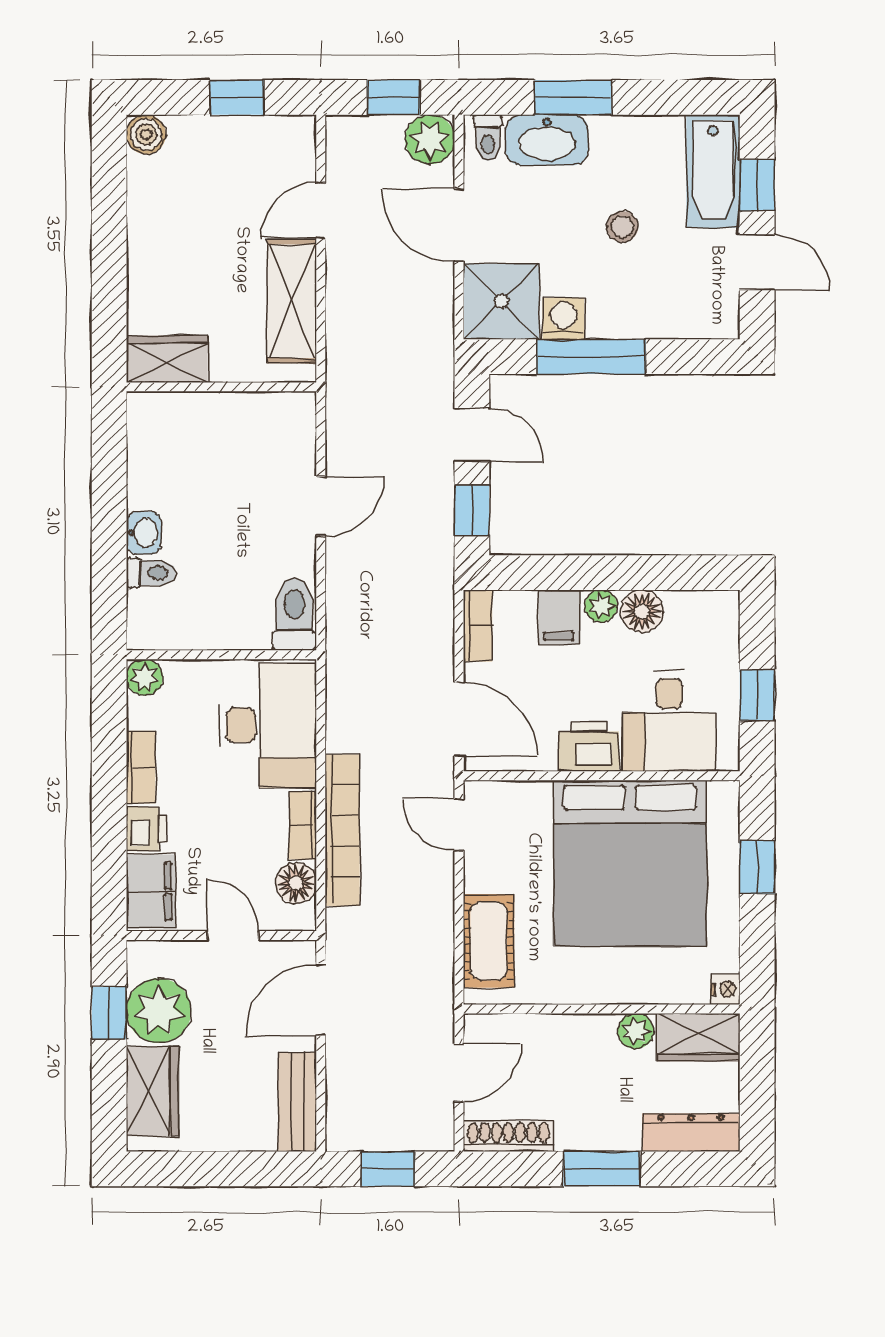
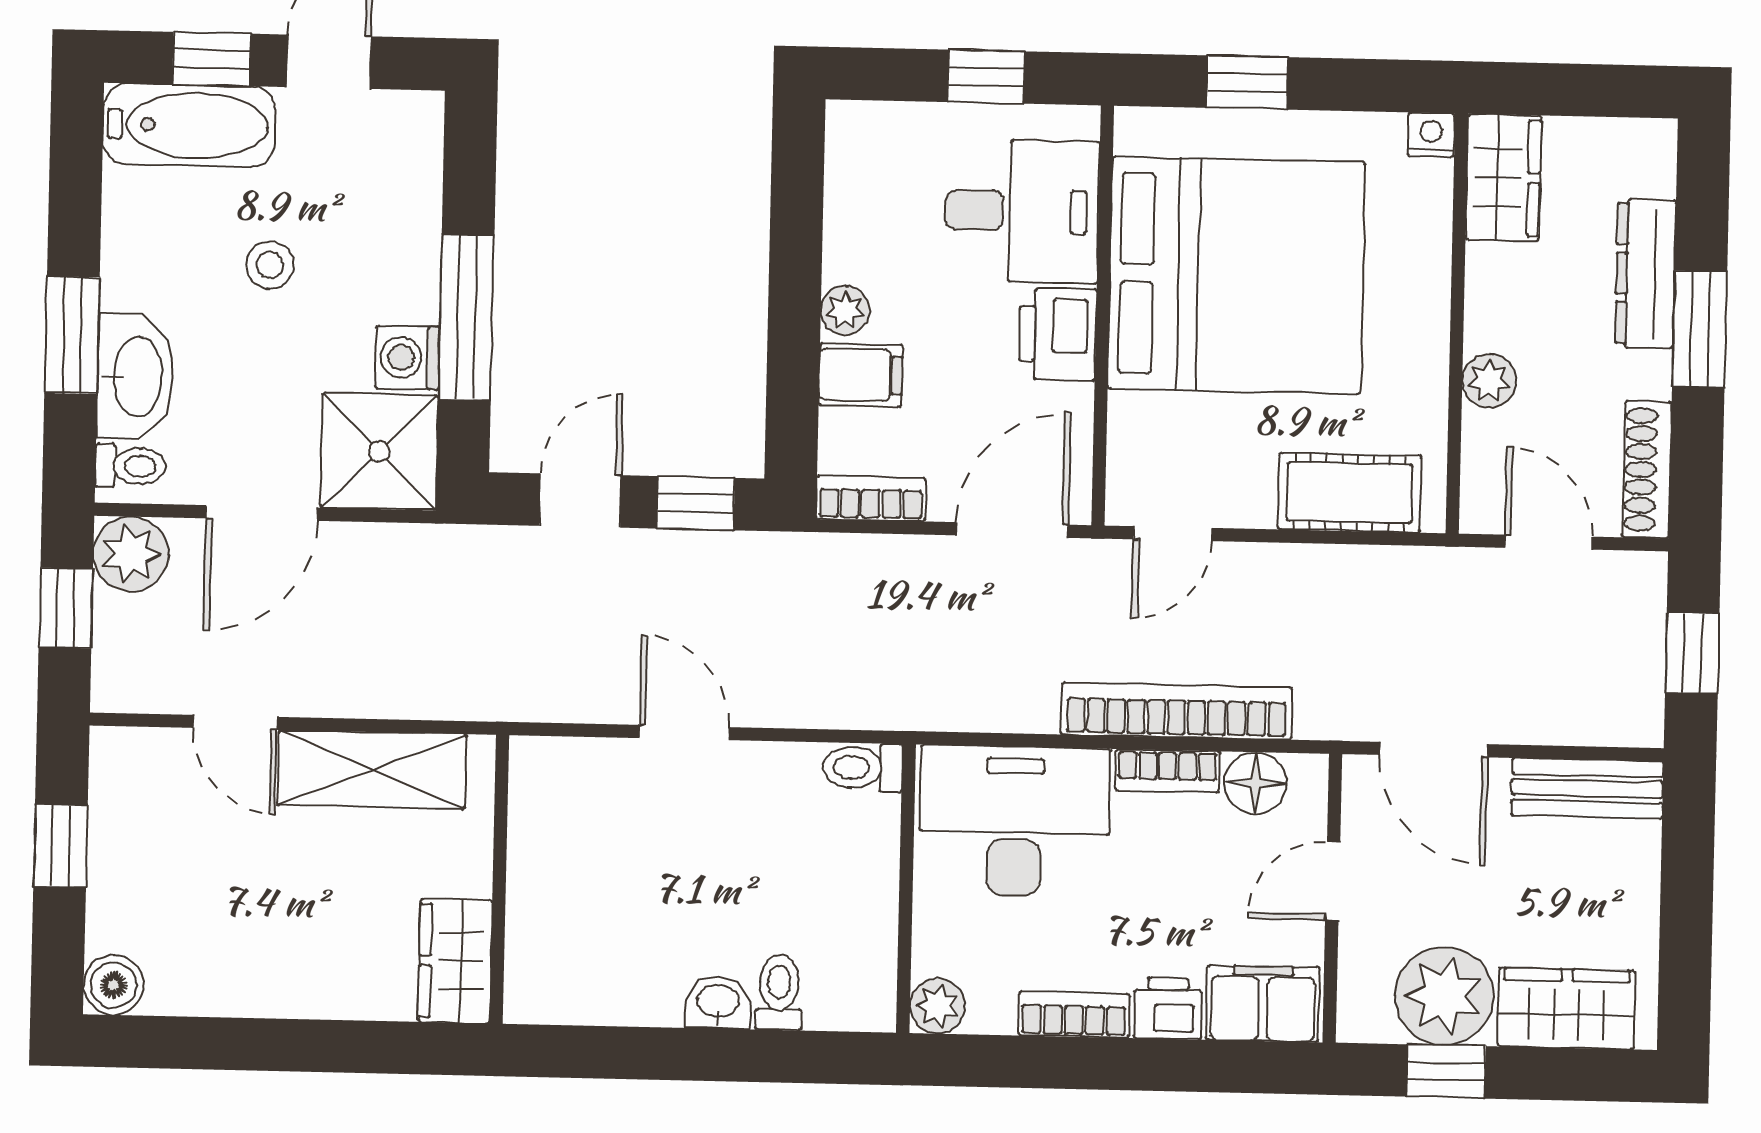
floor lamp: (642, 611) -> (854, 249), removed
toilet: (294, 614) -> (863, 767), width x0.73, depth x0.72
plant: (636, 1031) -> (1489, 381), moved
dresser: (691, 1132) -> (1645, 274), moved

